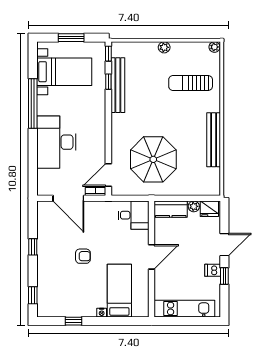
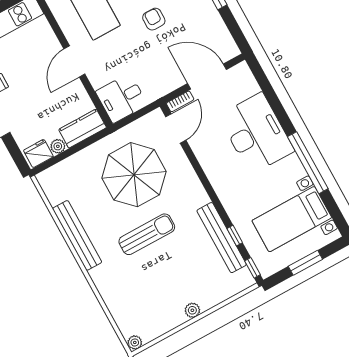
sun lounger: (191, 83) -> (147, 234), moved
armchair: (83, 256) -> (154, 19), turned 90

